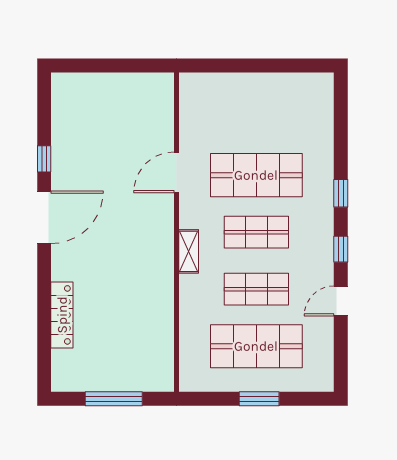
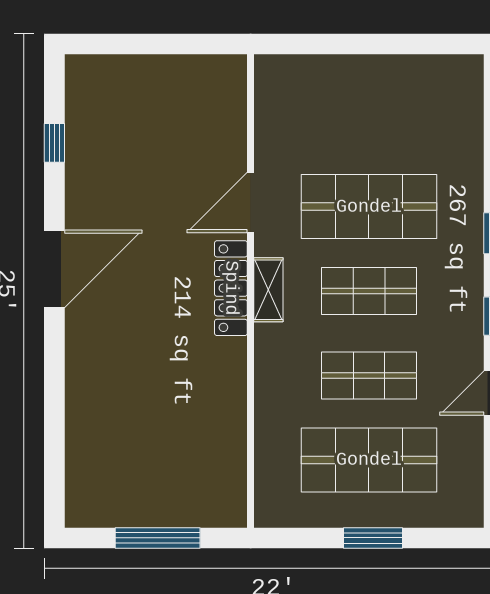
window: (44, 159) -> (54, 143), moved
shelving: (189, 251) -> (268, 290), moved
locker: (62, 315) -> (231, 288), moved, turned 180

